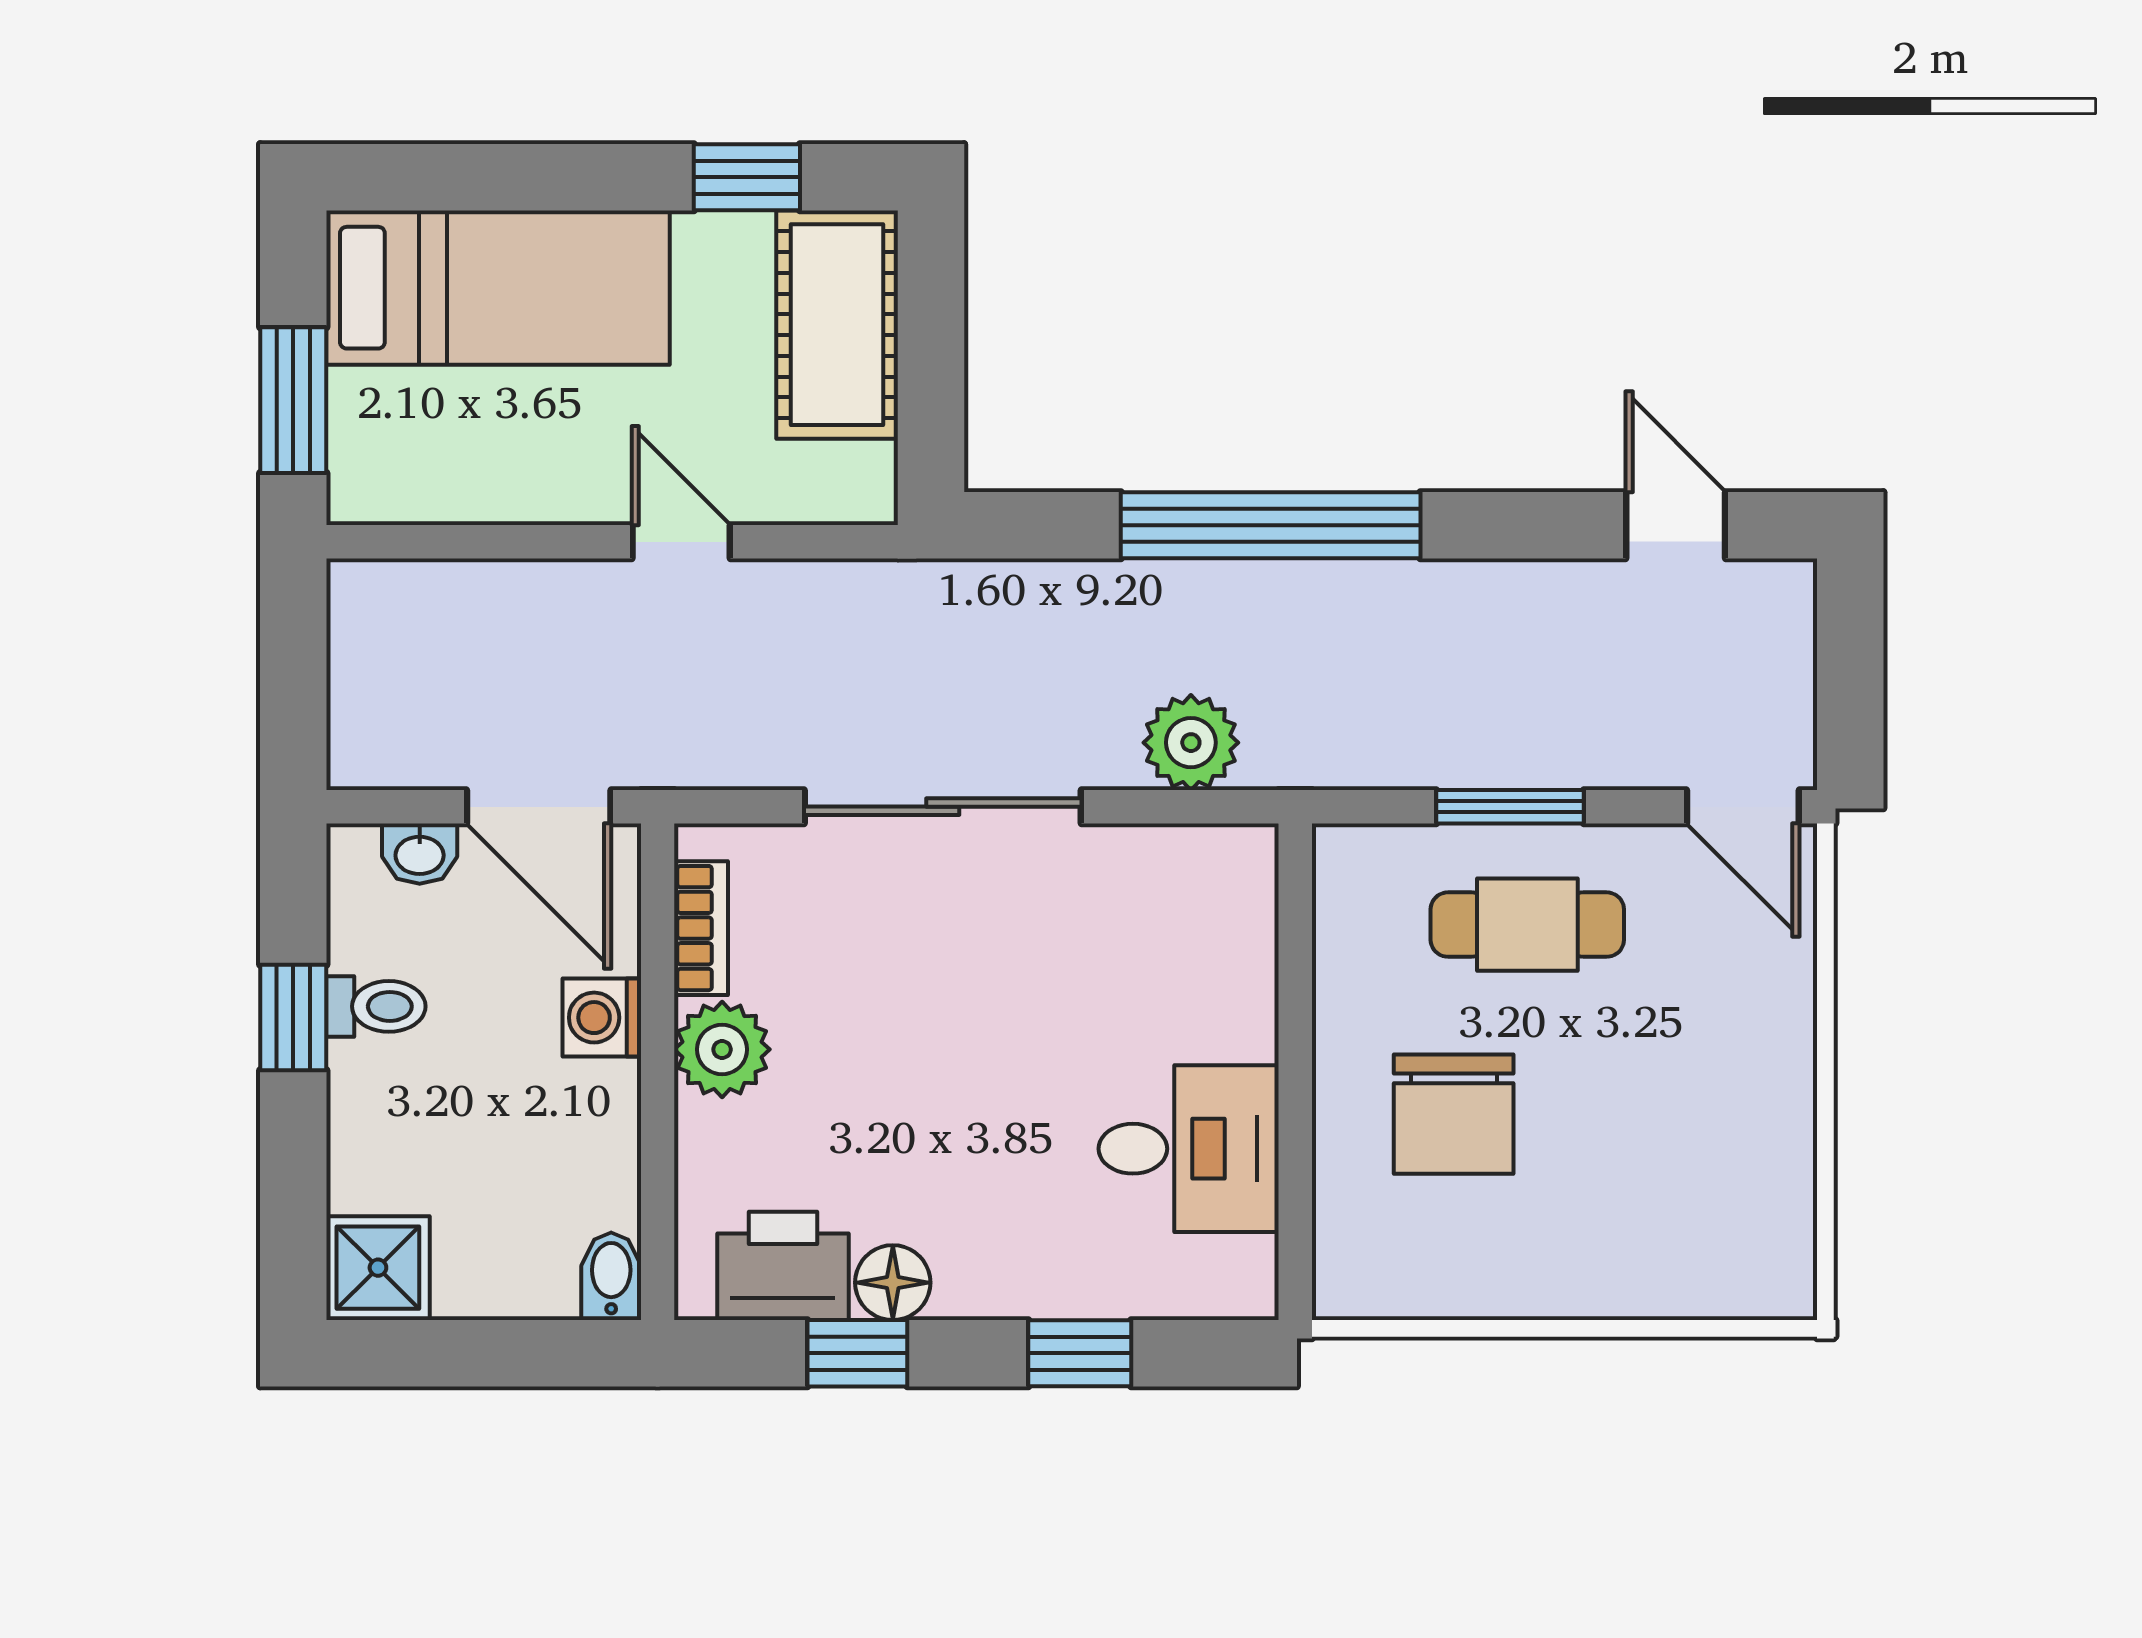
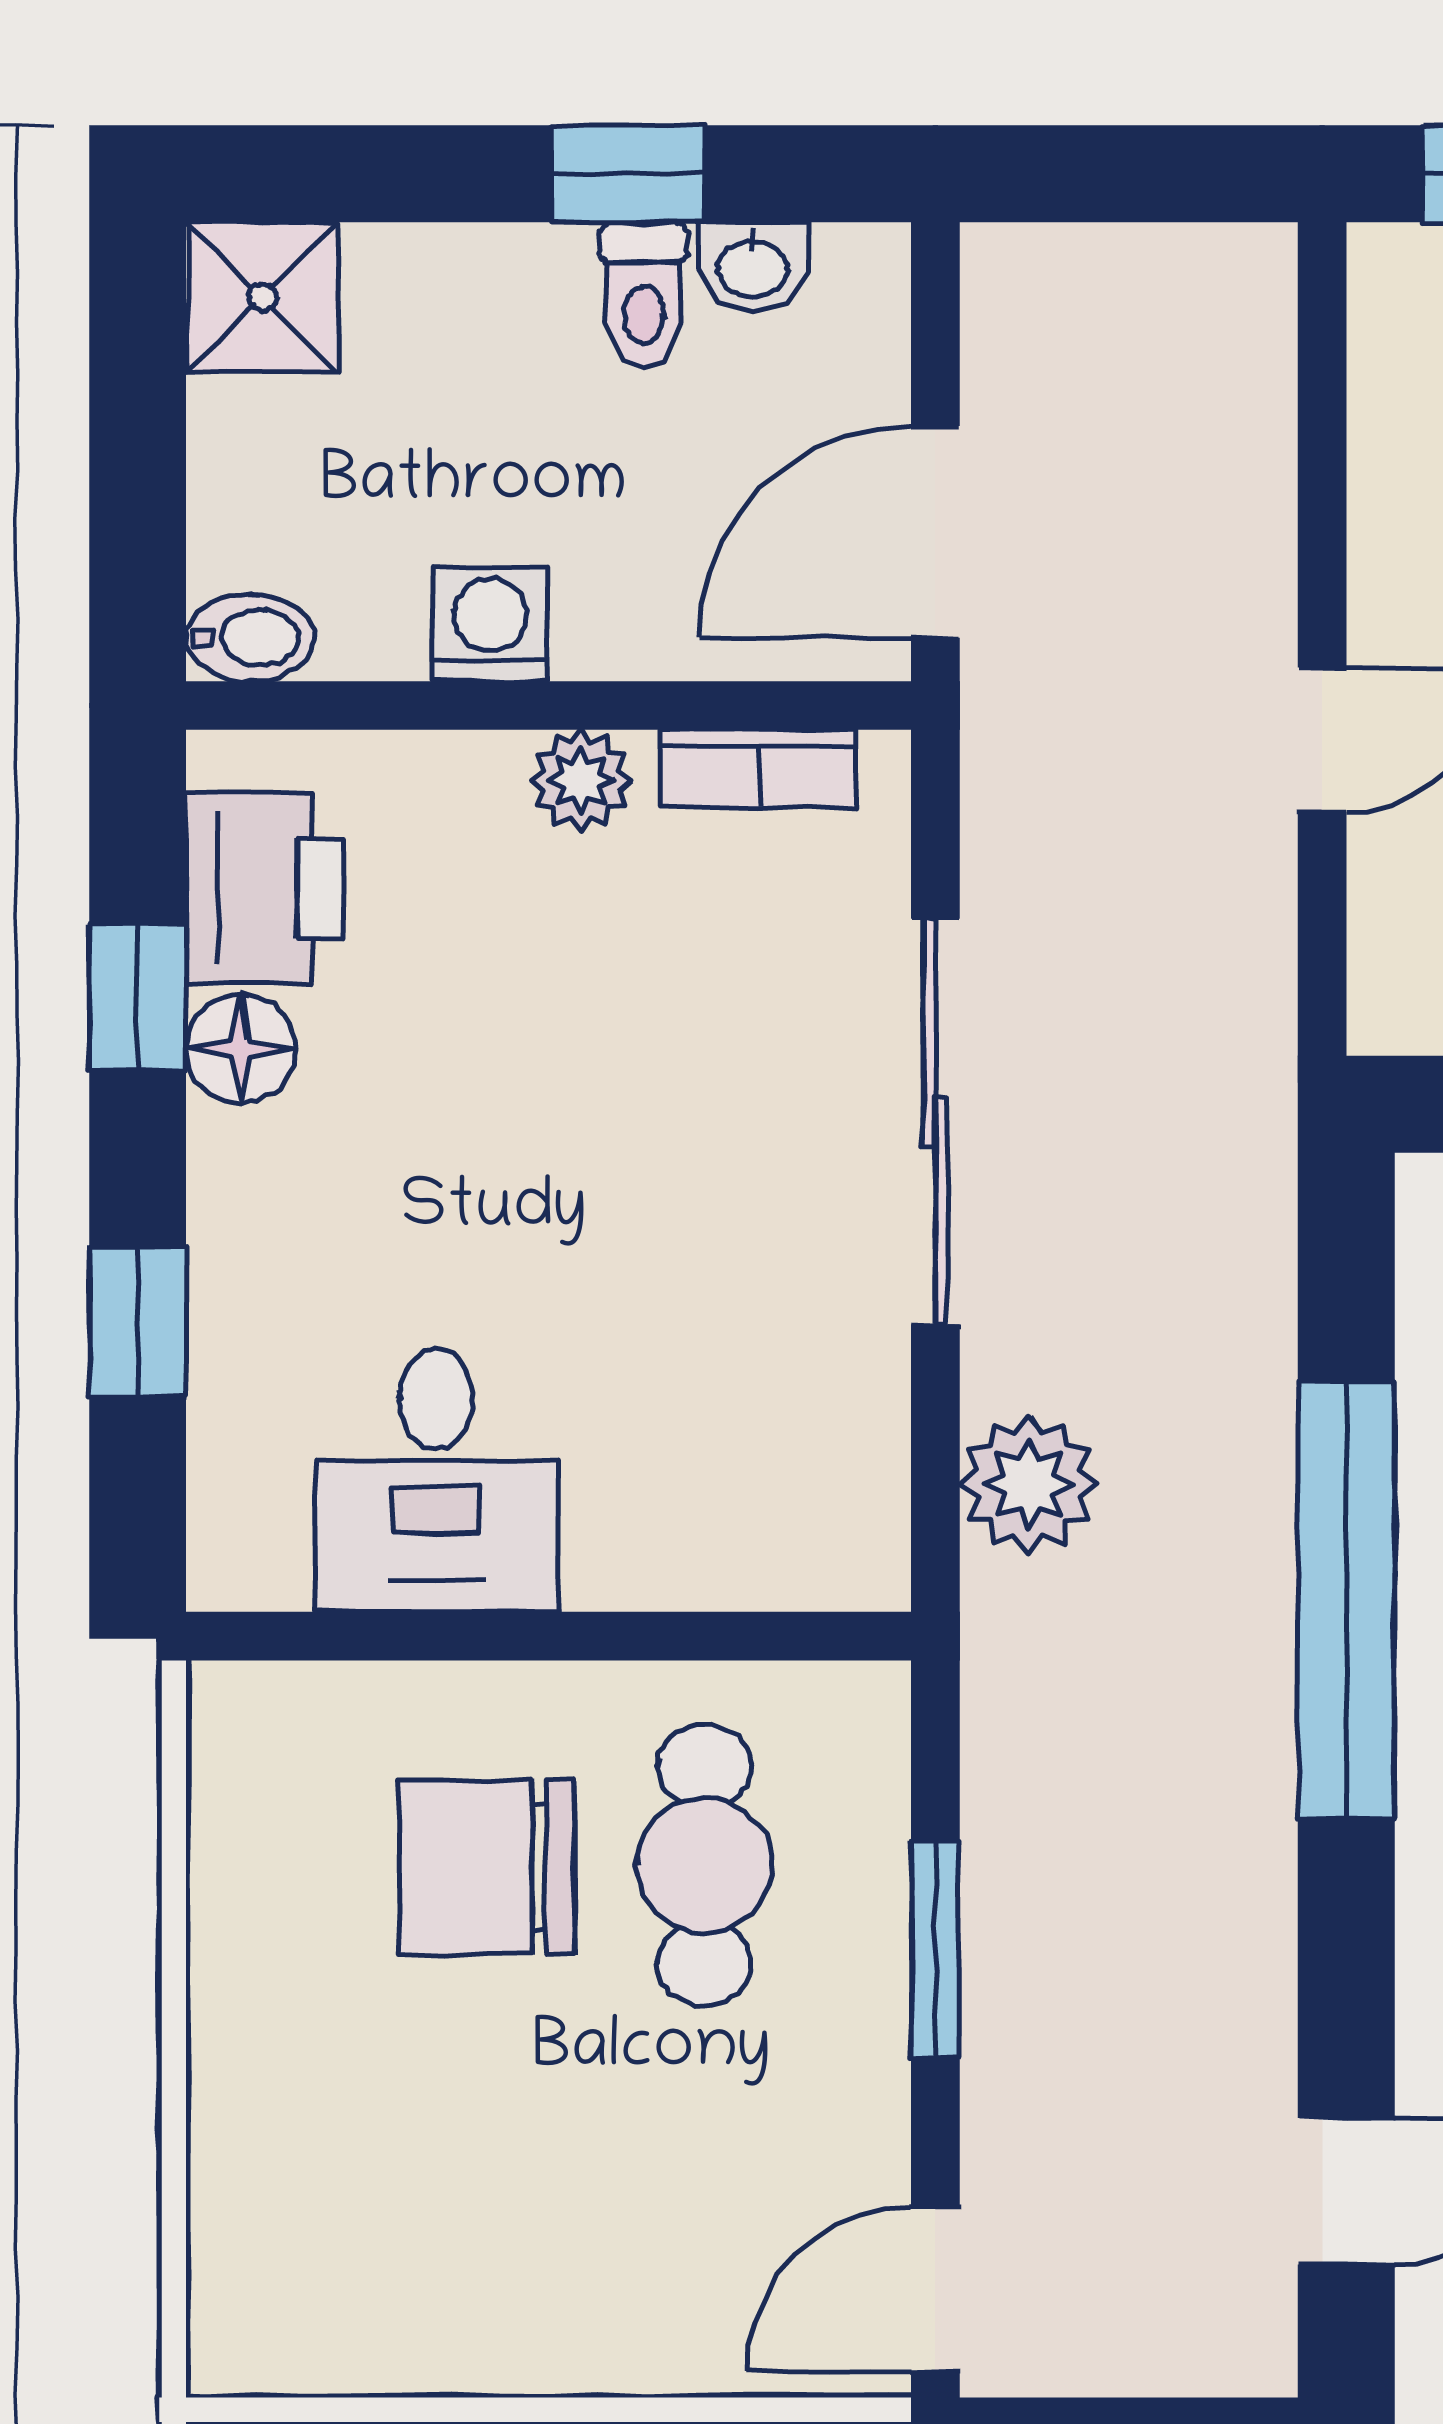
washbasin: (420, 854) -> (753, 266), moved, turned -90
cafe table: (1527, 925) -> (704, 1865), moved
washing machine: (602, 1018) -> (490, 624), moved
plant: (722, 1049) -> (581, 780), width x0.73, depth x0.73

